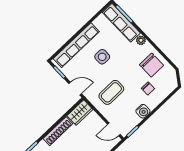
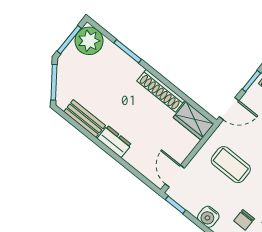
door: (75, 89) -> (229, 109), hinge flipped

